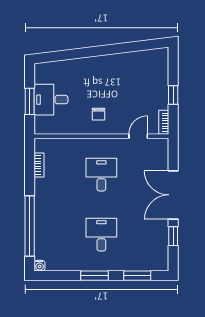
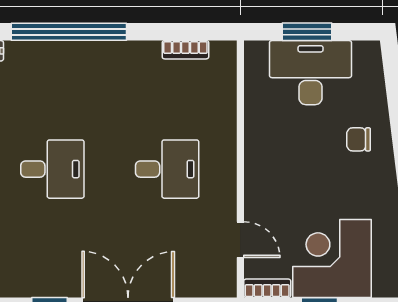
corner desk: (148, 88) -> (332, 259), added
desk: (51, 100) -> (311, 73), width x1.37
chair: (99, 114) -> (359, 139), moved

